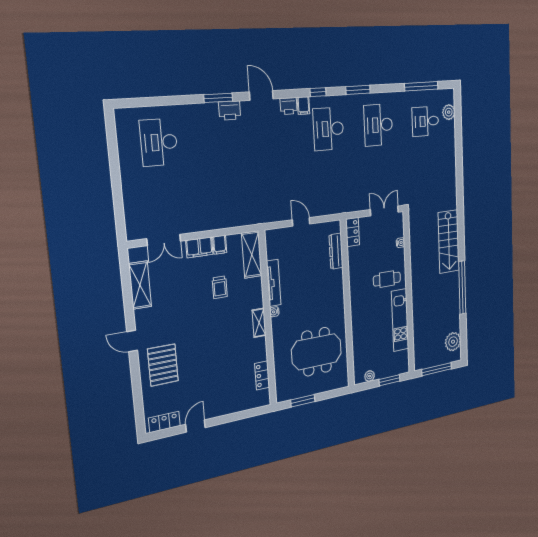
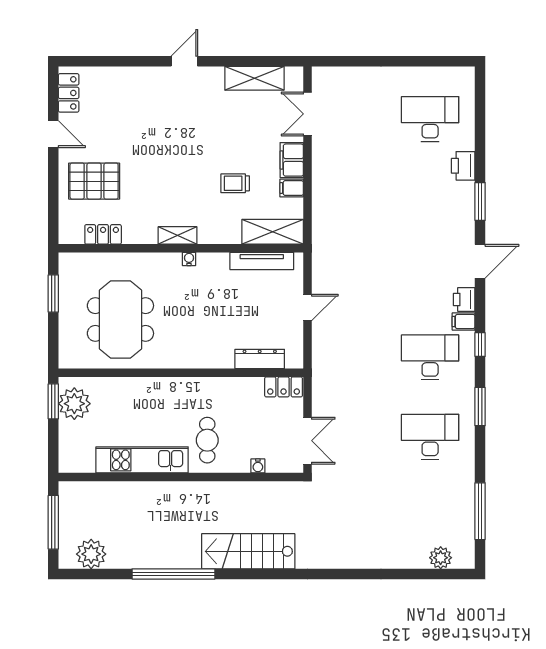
printer: (230, 111) -> (463, 166), moved
desk: (425, 121) -> (430, 516), removed
tv unit: (274, 283) -> (262, 261), moved
pallet: (163, 365) -> (94, 181), moved
plant: (370, 376) -> (74, 404), width x1.87, depth x1.87
window: (389, 380) -> (53, 401), moved

